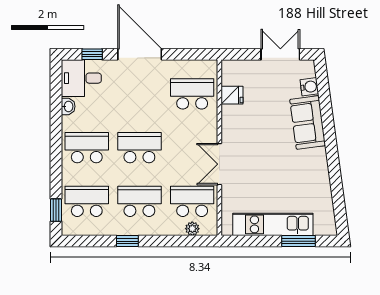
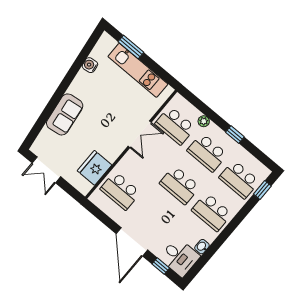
water cooler: (309, 87) -> (90, 65), moved
fridge: (232, 95) -> (94, 168), width x1.88, depth x1.34
plant: (192, 229) -> (204, 121), moved

